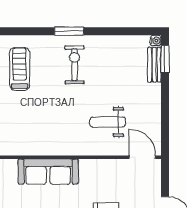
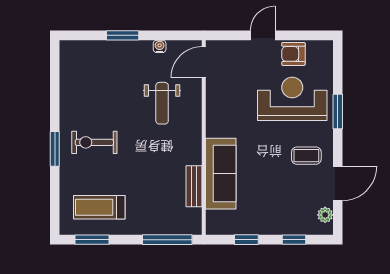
water cooler: (156, 41) -> (160, 46), moved
window: (165, 59) -> (123, 35), moved
bench: (154, 65) -> (194, 186), moved, turned 90

